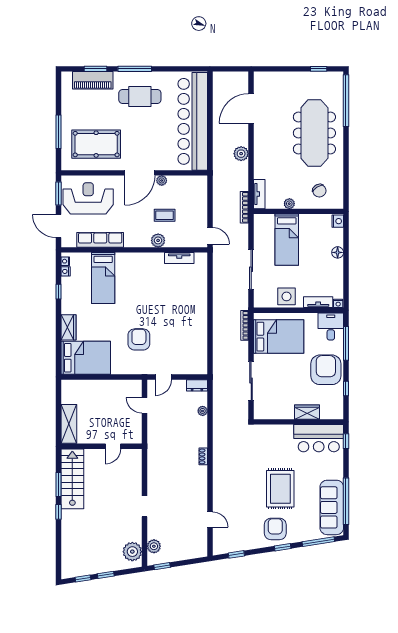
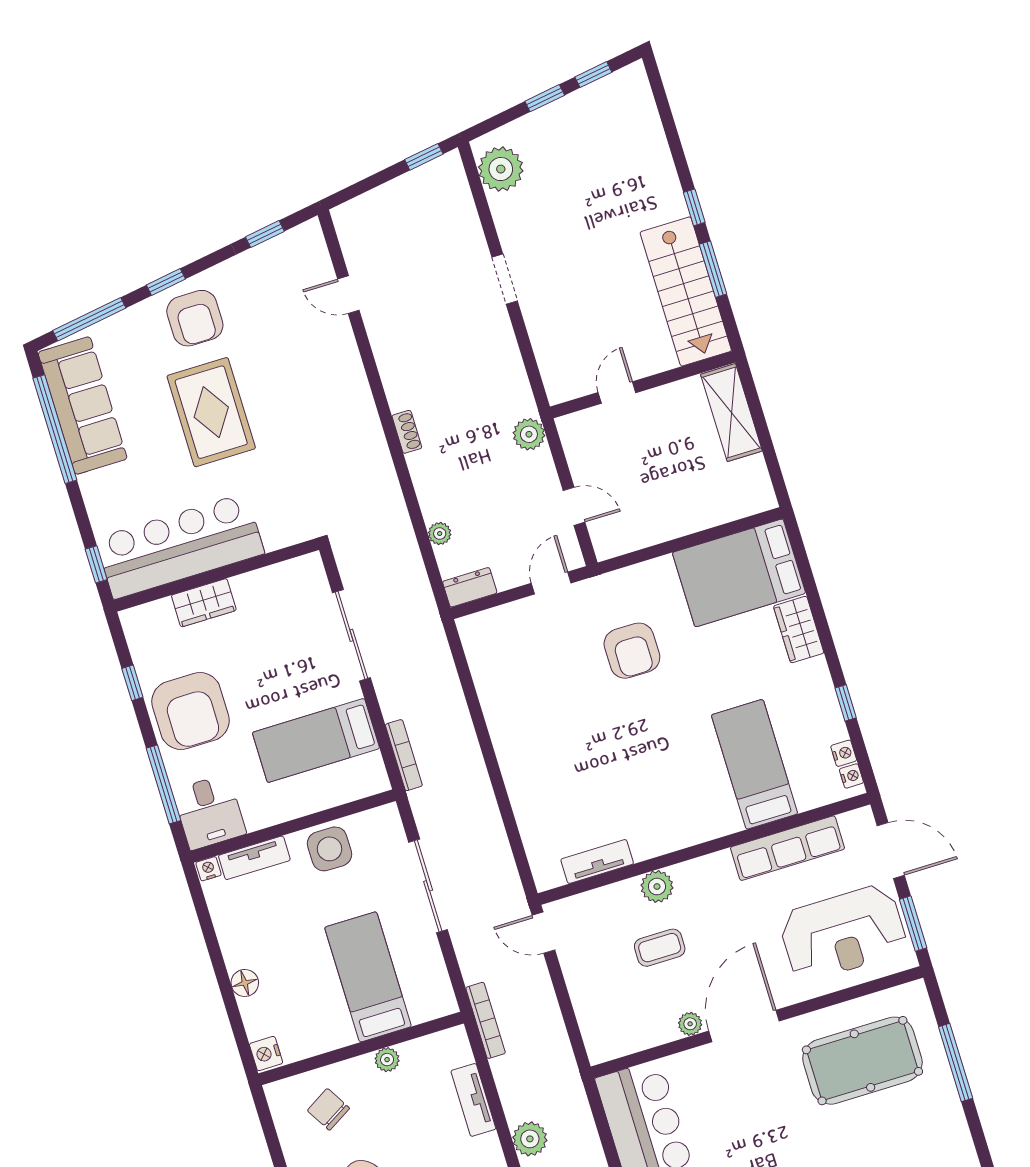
tv unit: (259, 194) -> (473, 1100), moved
bed: (279, 337) -> (316, 740), width x0.67
bar counter: (319, 438) -> (180, 546), width x1.36
plant: (154, 546) -> (529, 434), moved

